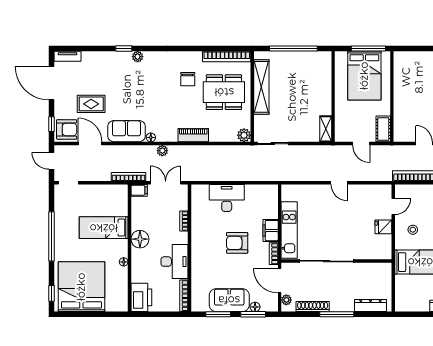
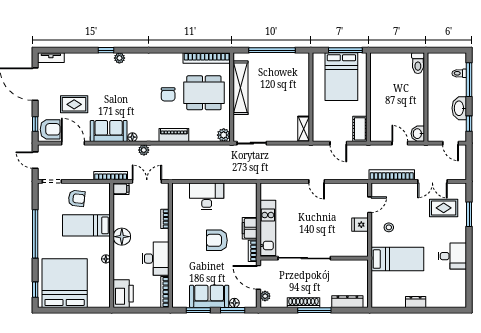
chair: (188, 79) -> (168, 94), moved
armchair: (94, 200) -> (77, 198), added
shoe rack: (313, 307) -> (303, 303), moved

